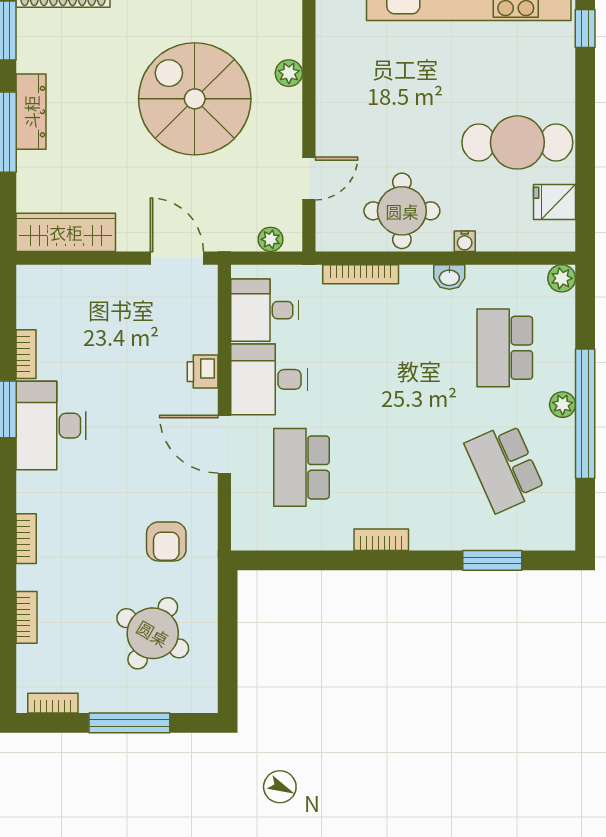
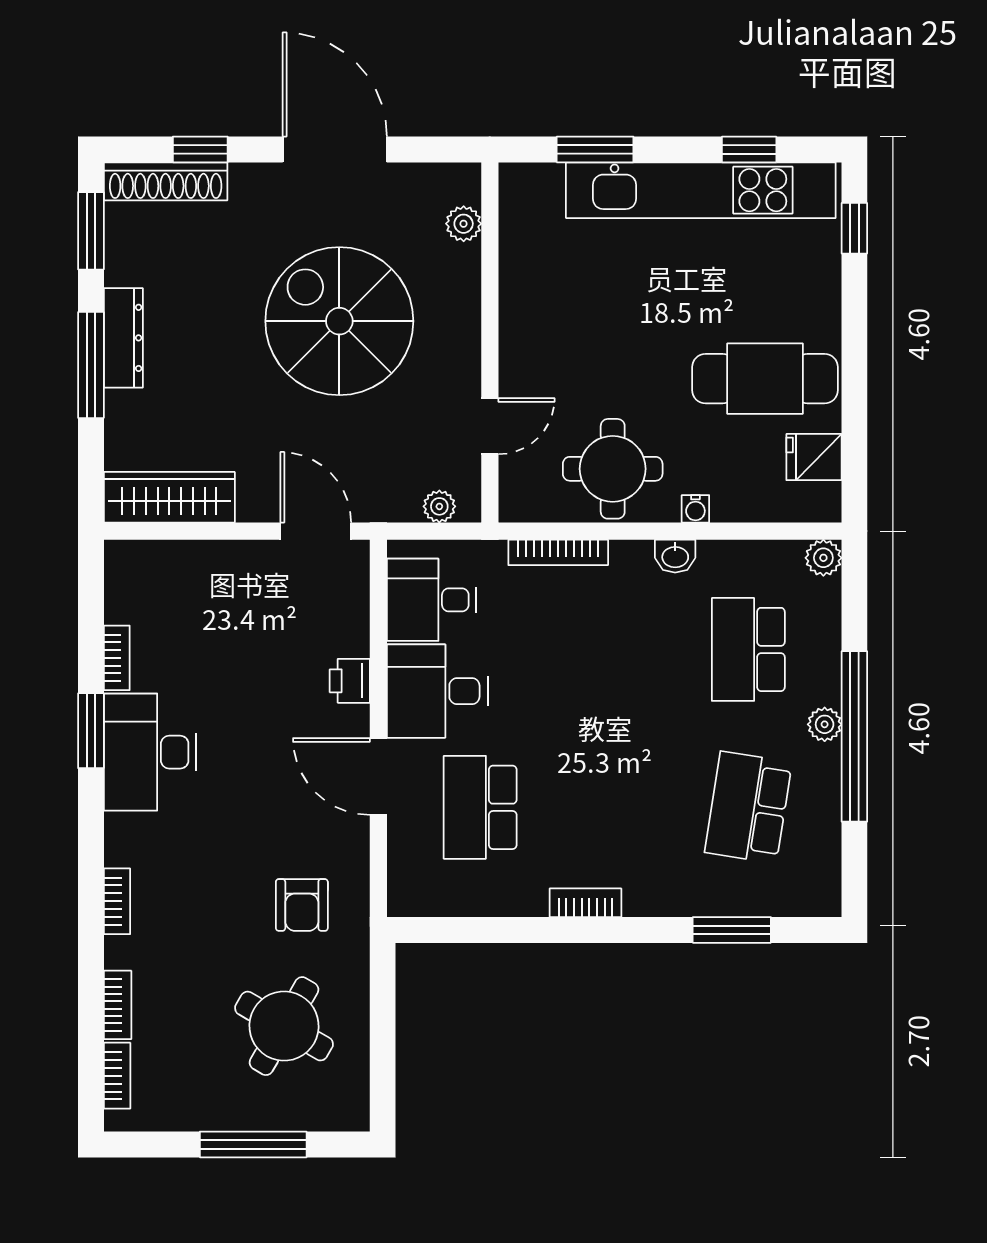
plant: (289, 73) -> (464, 224), moved
school desk: (505, 467) -> (748, 807), turned 33
bookcase: (53, 703) -> (117, 1076), moved, turned 90

